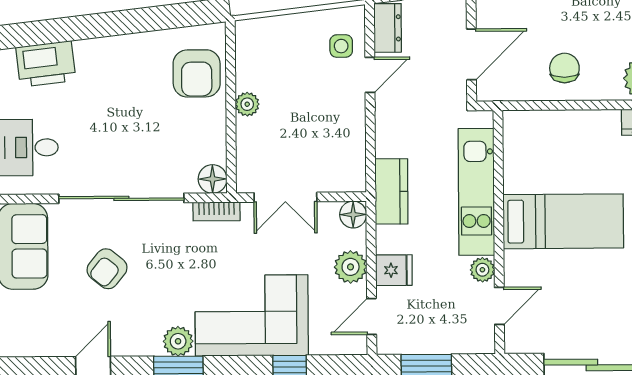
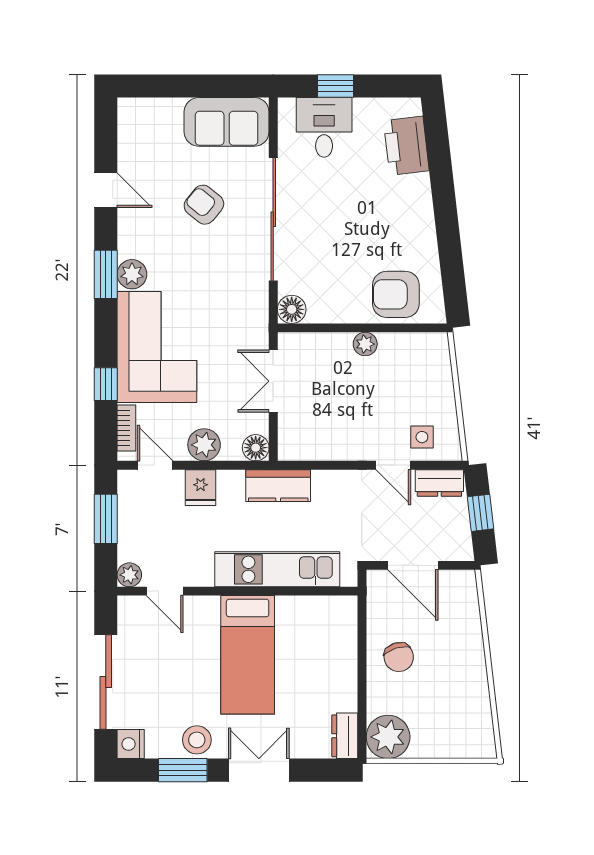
chair: (564, 68) -> (399, 657), turned 73
bookcase: (216, 211) -> (126, 428), moved, turned 180
plant: (482, 270) -> (129, 575), moved

